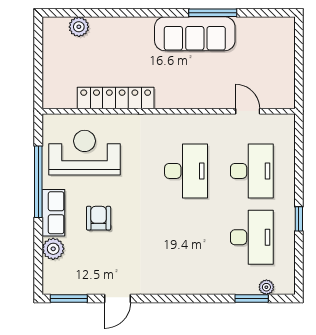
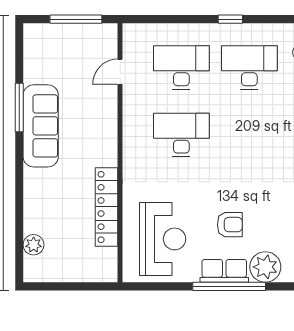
window: (299, 68) -> (76, 19), added
reception desk: (84, 153) -> (163, 239), turned 180
window: (38, 182) -> (229, 286), moved
armchair: (99, 218) -> (230, 225), turned 180
plant: (53, 249) -> (265, 267), width x1.36, depth x1.36

